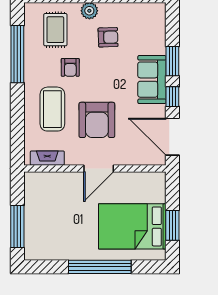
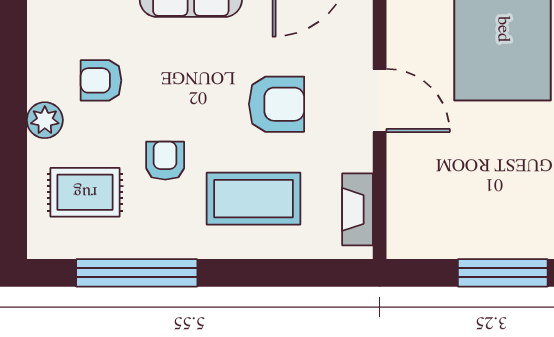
armchair: (108, 37) -> (101, 80), turned -88
armchair: (70, 67) -> (165, 161), turned -90
armchair: (97, 120) -> (276, 104), width x0.73, depth x0.73

